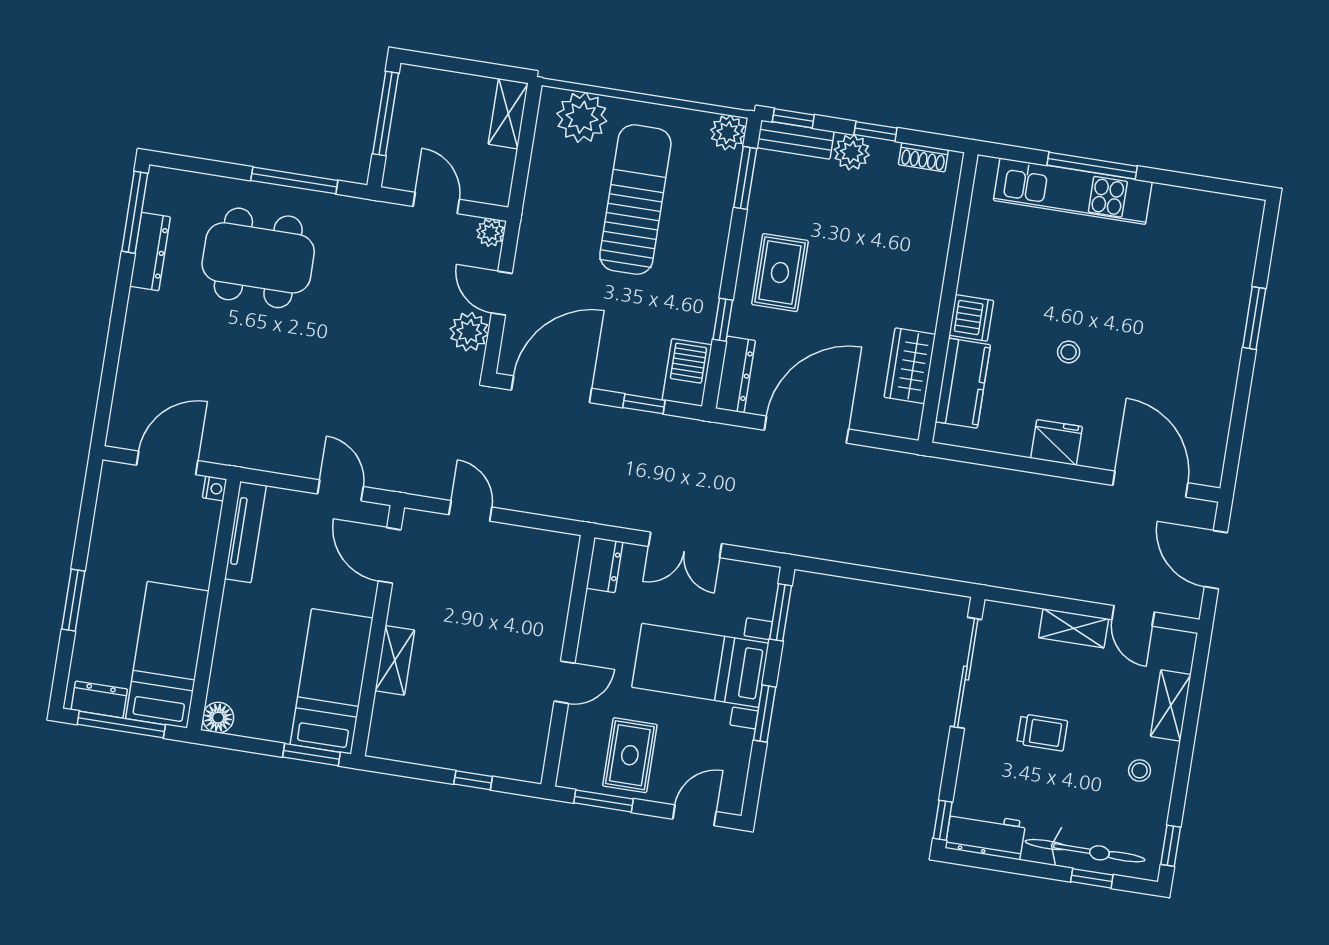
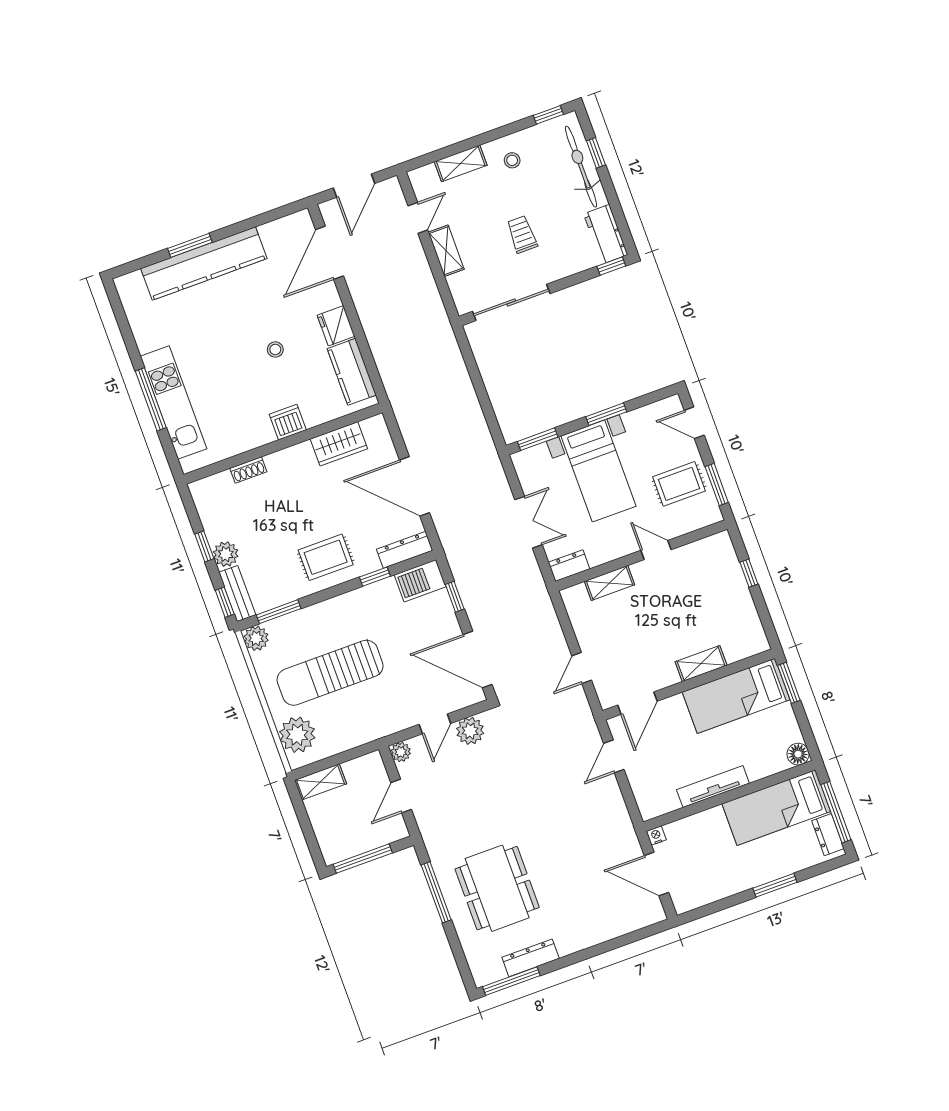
shoe rack: (923, 157) -> (248, 470), moved, turned 90
kitchen counter: (1222, 323) -> (204, 263), added
kitchen counter: (963, 383) -> (352, 372), moved, turned -90
tv unit: (245, 532) -> (713, 787), moved
shelving: (556, 603) -> (610, 583), added

